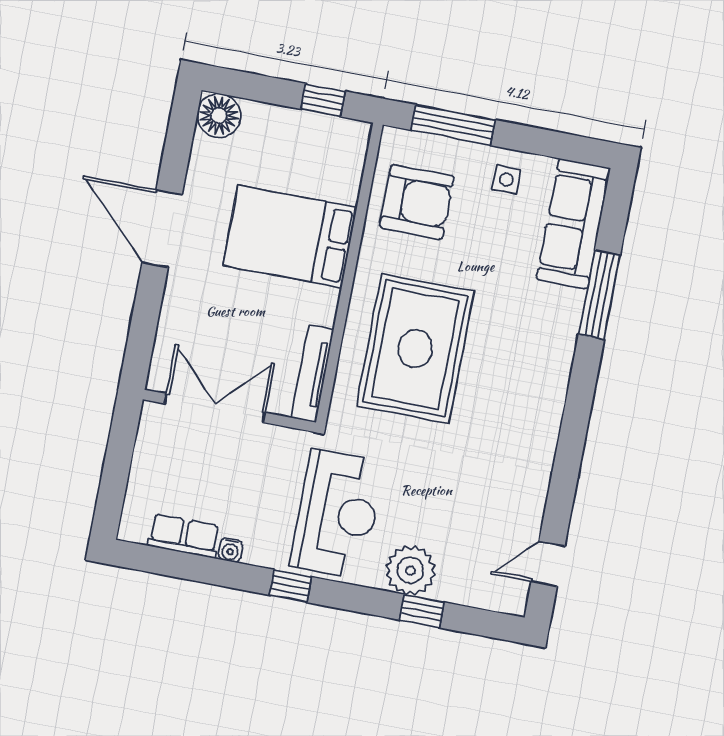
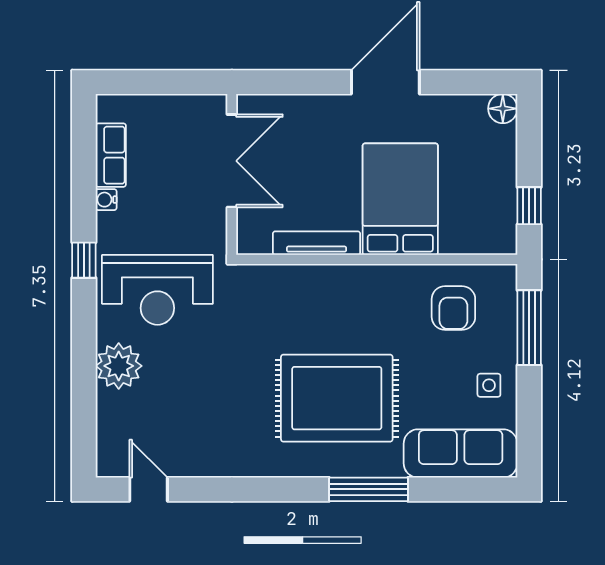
floor lamp: (219, 116) -> (503, 109), width x0.73, depth x0.73
armchair: (417, 202) -> (453, 308), width x0.73, depth x0.73
window: (599, 295) -> (369, 489), moved
rug: (415, 349) -> (337, 398), moved
tv unit: (312, 374) -> (317, 243), moved
window: (422, 611) -> (84, 383), removed

